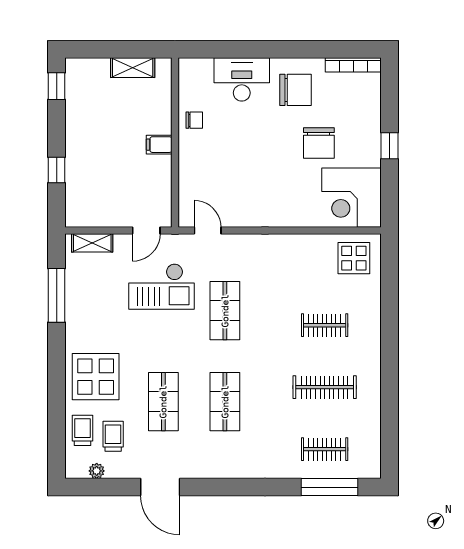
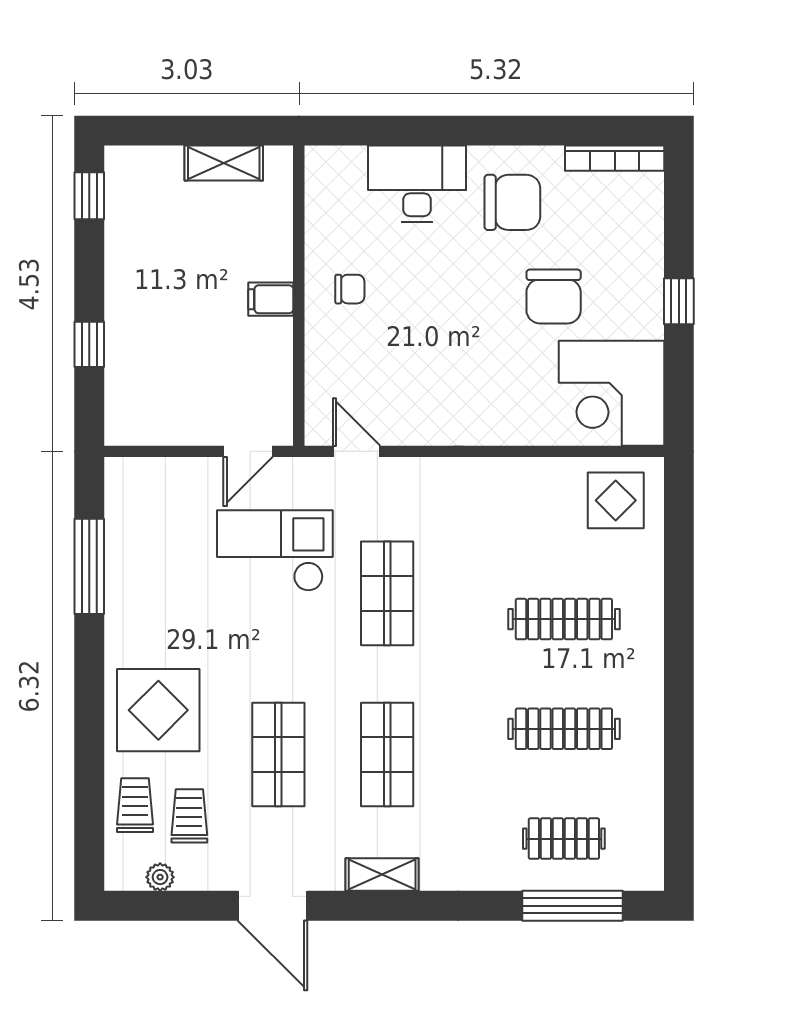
chair: (194, 120) -> (350, 289), moved
shelving: (92, 243) -> (382, 875), moved
checkout: (161, 287) -> (275, 551), turned 180
clothes rail: (325, 325) -> (564, 619), width x1.36

